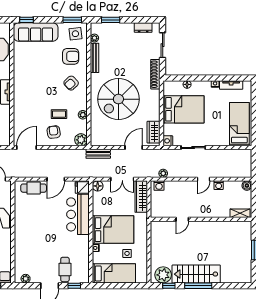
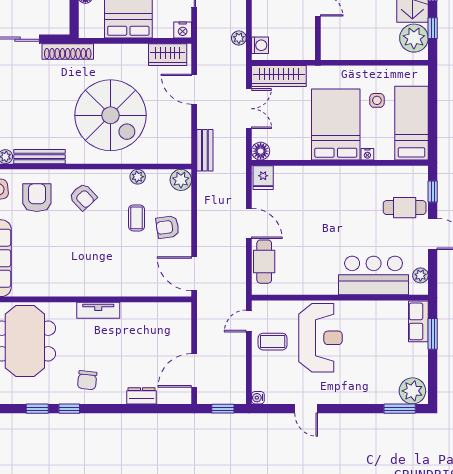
bar counter: (78, 214) -> (374, 275), moved, turned 180

